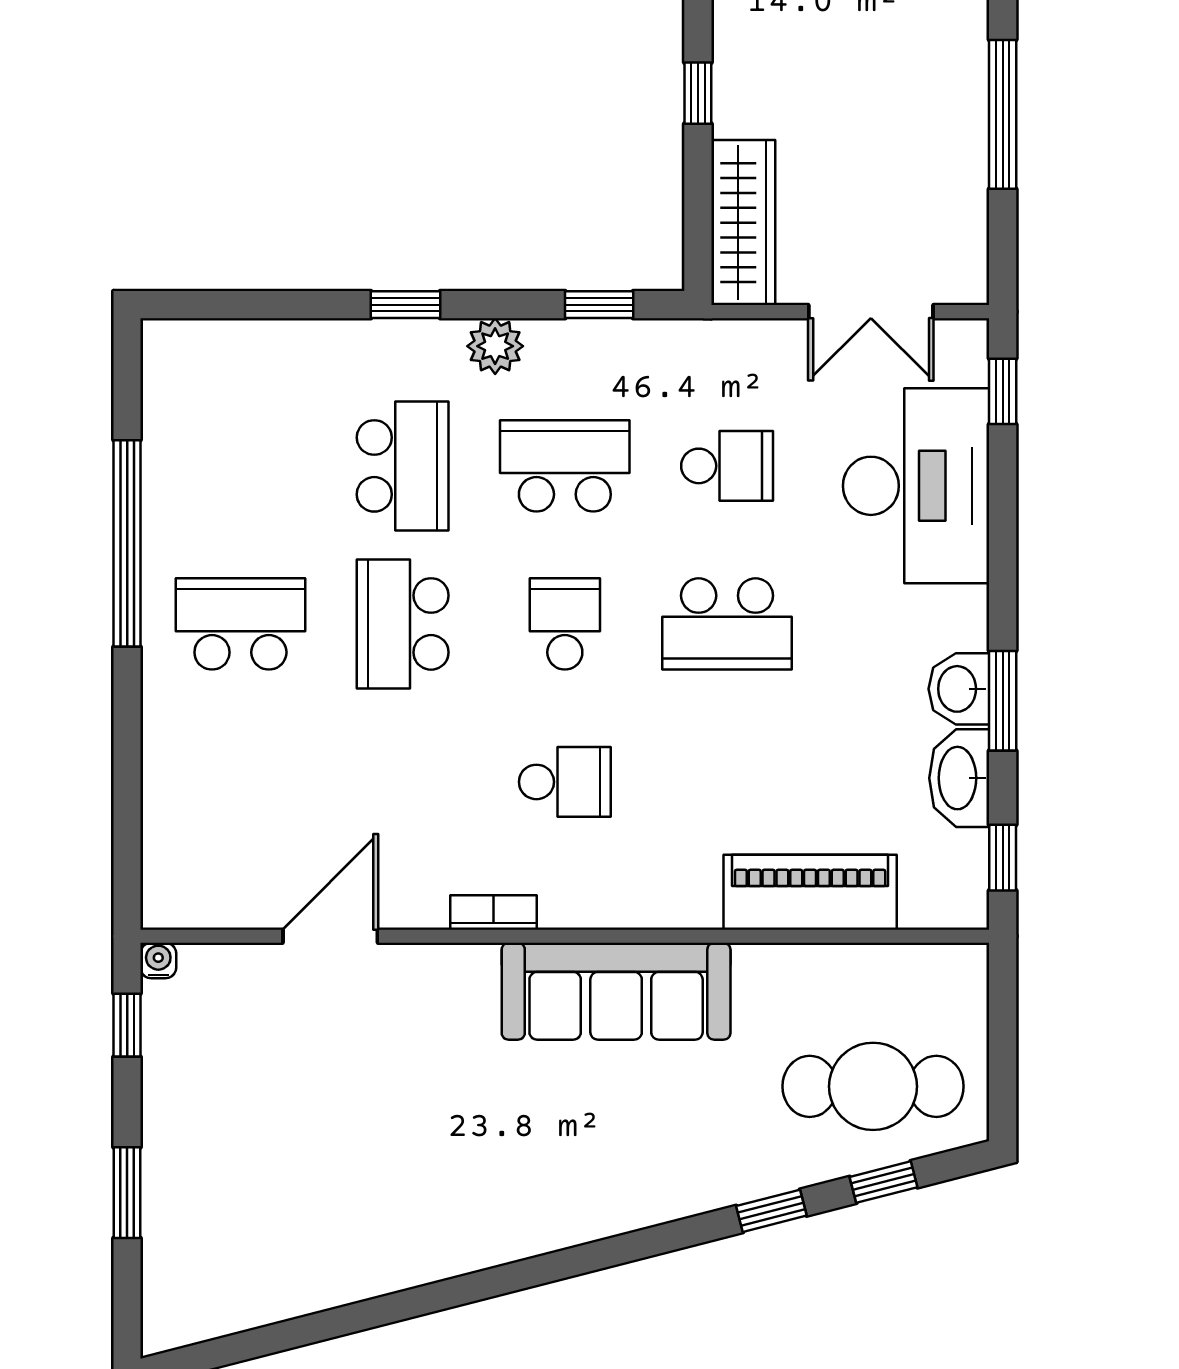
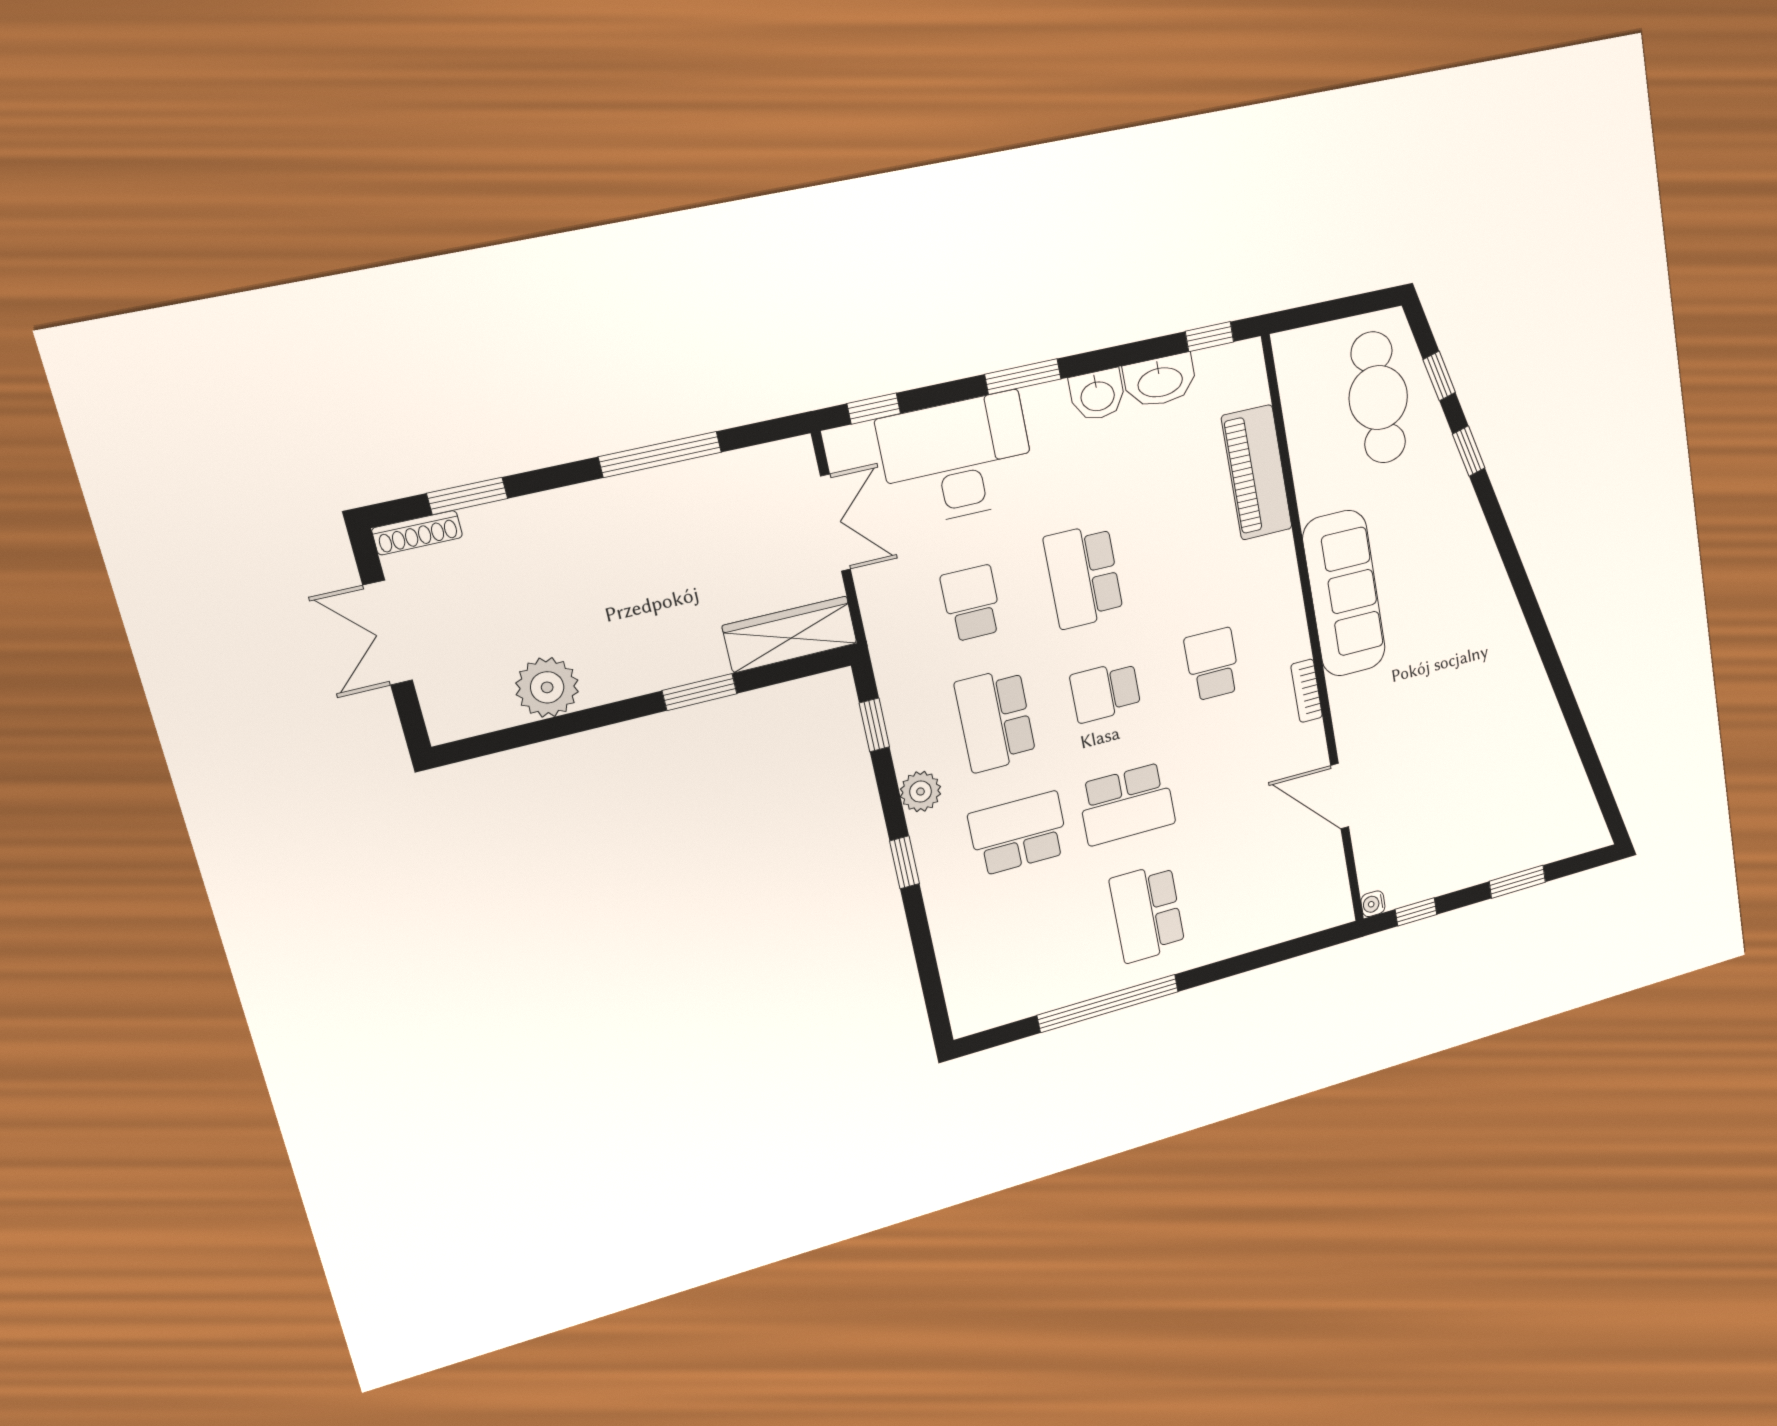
window: (698, 93) -> (700, 692), width x1.50
school desk: (727, 624) -> (1084, 576), turned 180
window: (1003, 701) -> (1023, 377), moved

